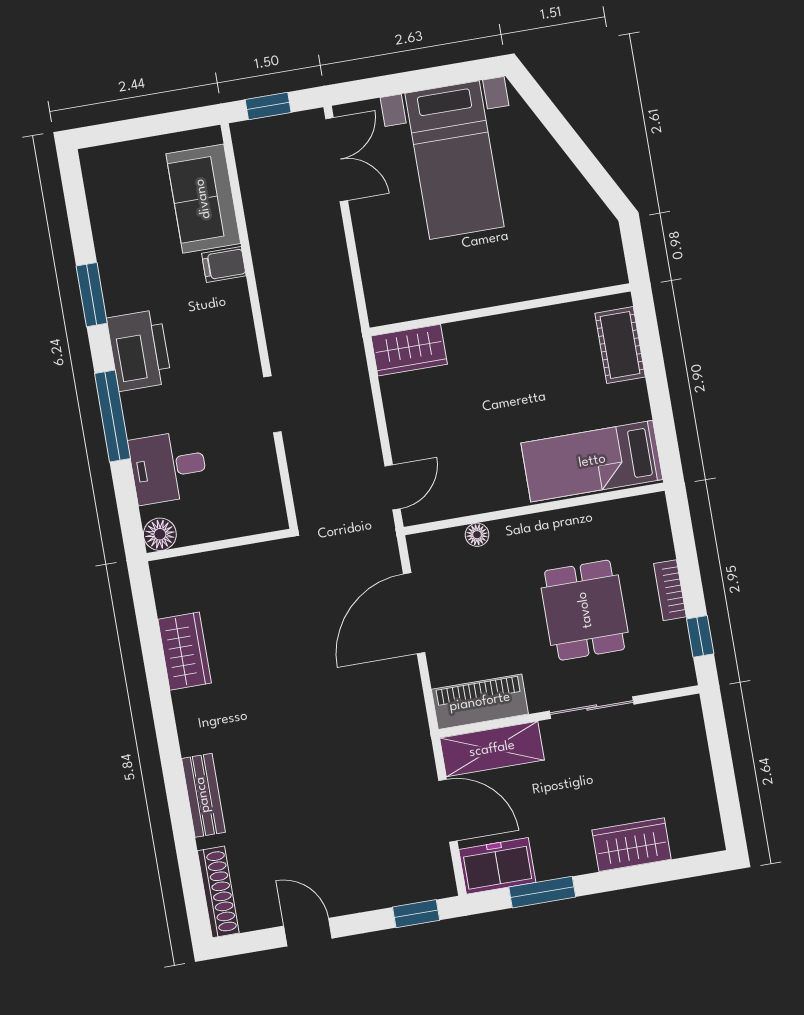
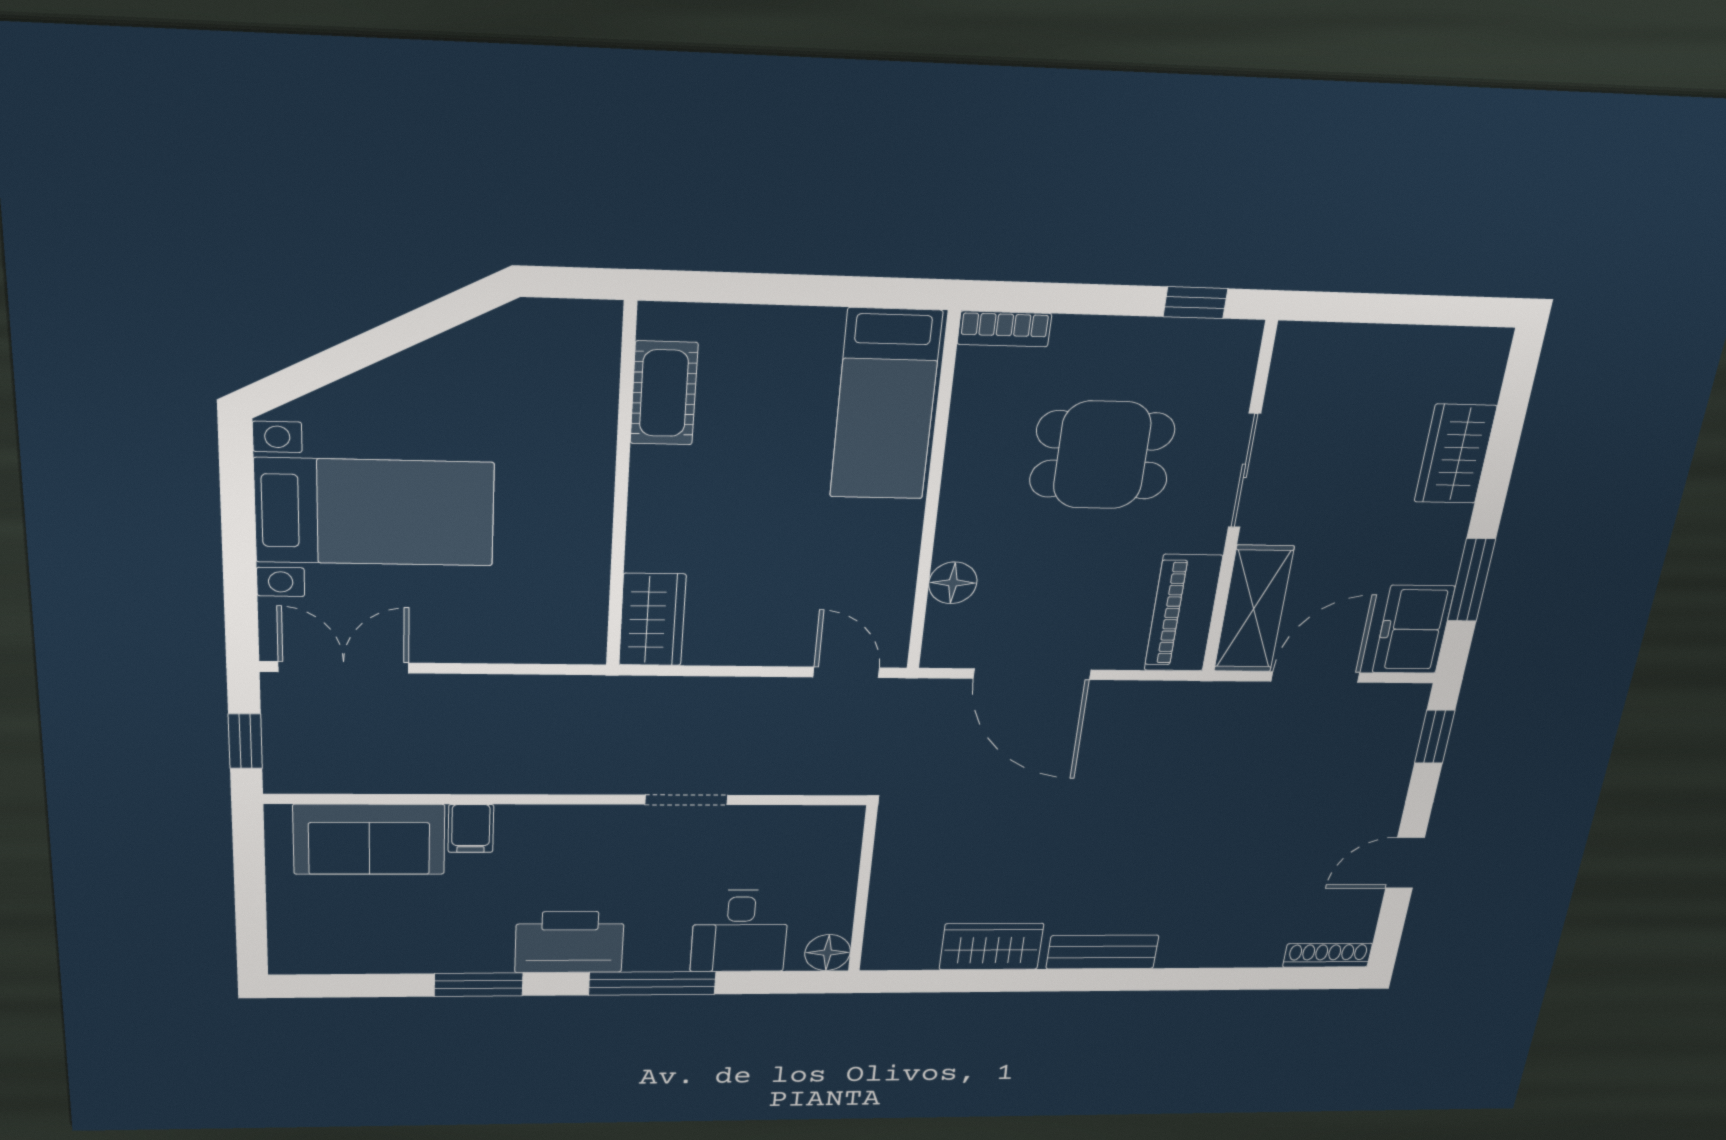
cot: (620, 345) -> (664, 393), moved, turned 90
floor lamp: (477, 535) -> (953, 583), width x1.37, depth x1.37
bookcase: (670, 590) -> (1004, 329), moved
bench: (203, 795) -> (1102, 952), moved
shoe rack: (218, 892) -> (1328, 955), width x0.74, depth x0.81

